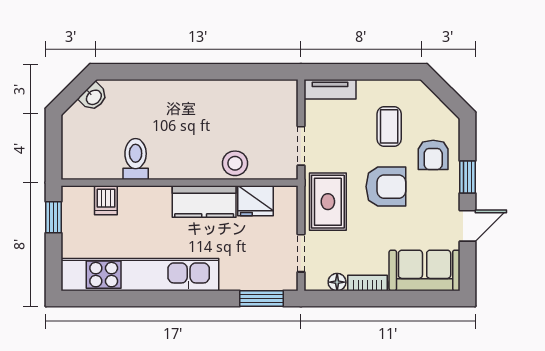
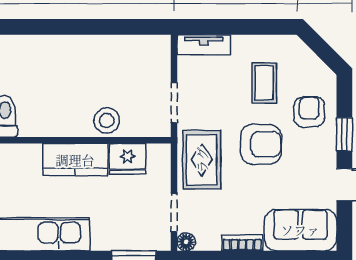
armchair: (433, 155) -> (309, 112), turned 180
floor lamp: (337, 282) -> (186, 242), moved

